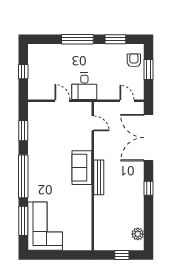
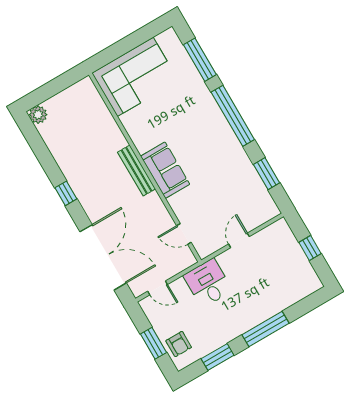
desk: (84, 86) -> (208, 283), moved
door: (62, 101) -> (239, 240), swing flipped
corner sofa: (45, 226) -> (135, 77), moved, turned -90
plant: (138, 234) -> (38, 115), moved
window: (122, 255) -> (50, 89), removed

